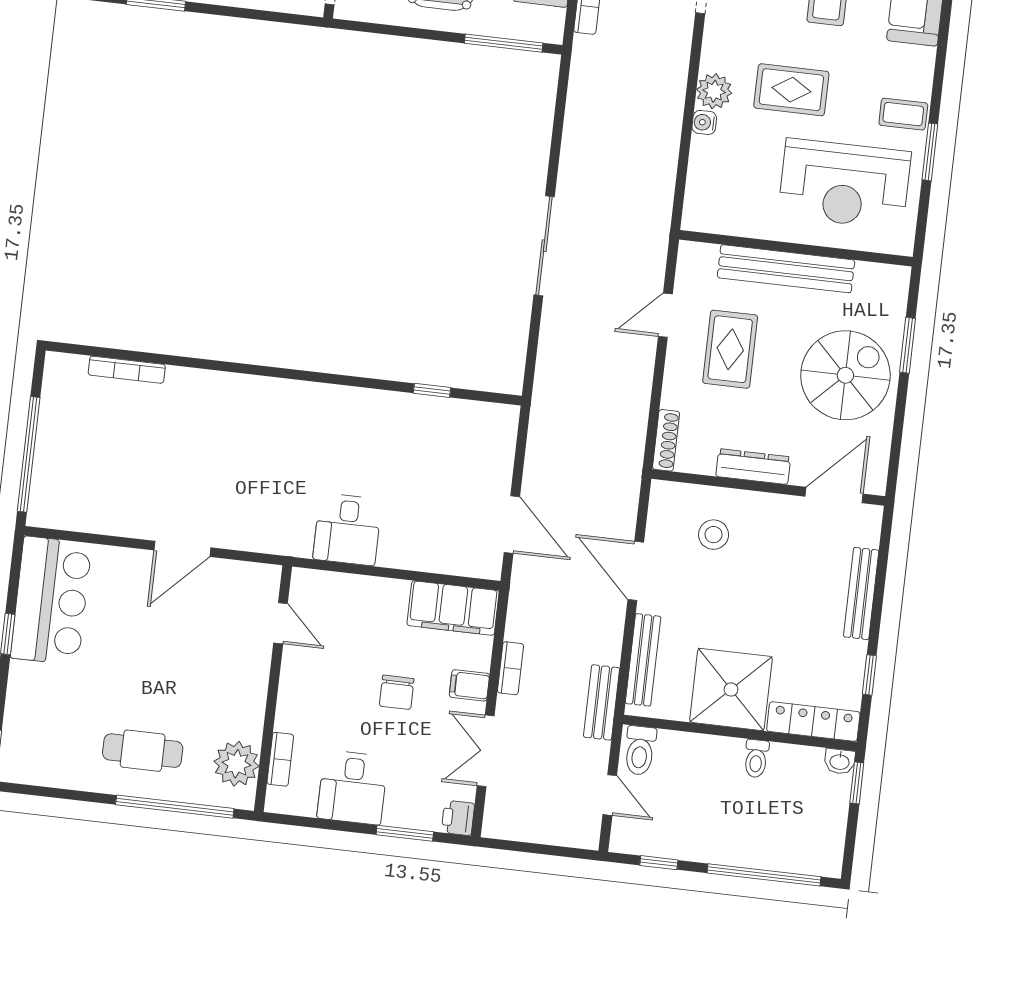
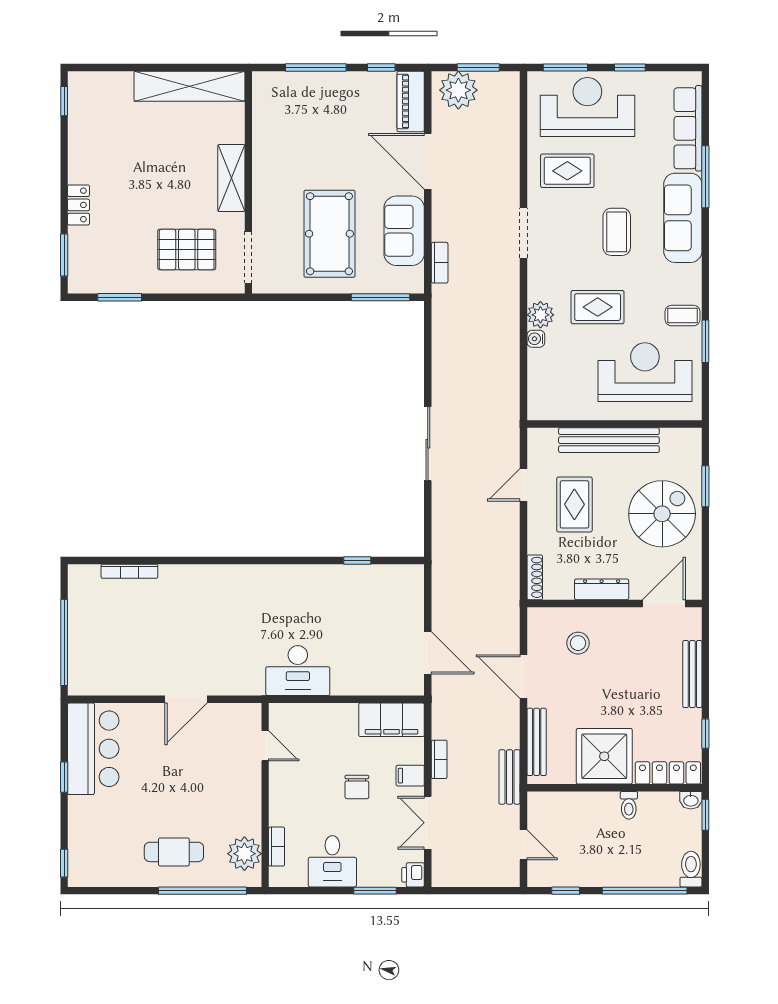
reception desk: (844, 184) -> (645, 372), turned 180
desk: (347, 529) -> (298, 671), width x1.37
toilet: (640, 751) -> (691, 869), moved, turned 180

